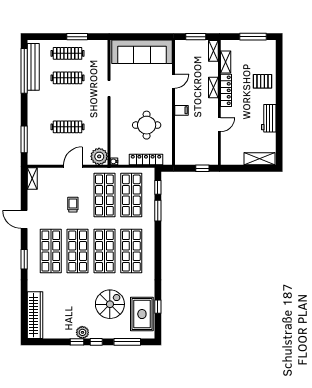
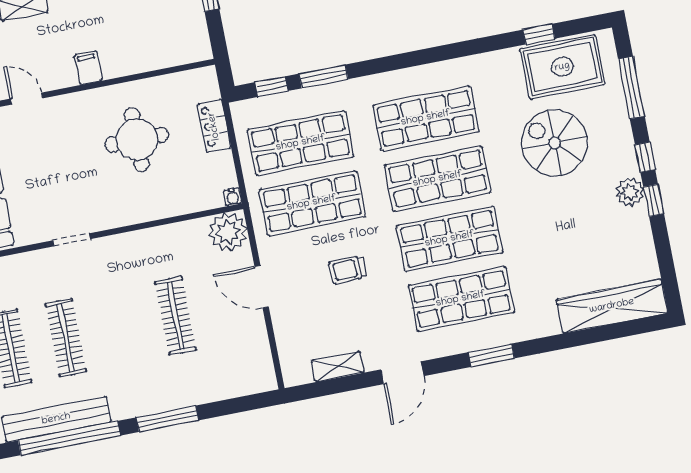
window: (24, 139) -> (167, 419), moved
locker: (146, 159) -> (214, 126), width x0.66
shelving: (32, 178) -> (338, 366), moved

